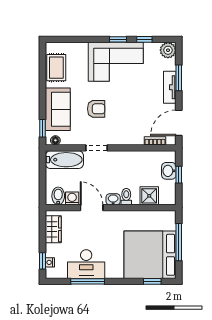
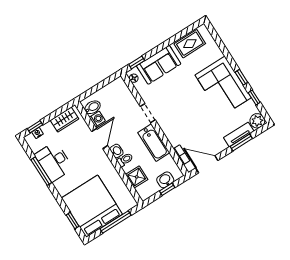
tv unit: (170, 87) -> (239, 134), moved
armchair: (96, 109) -> (178, 94), removed
bathtub: (64, 160) -> (154, 143), moved

